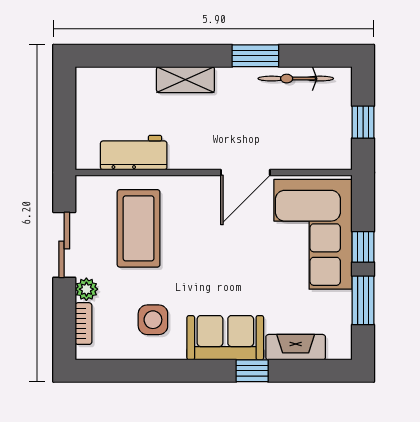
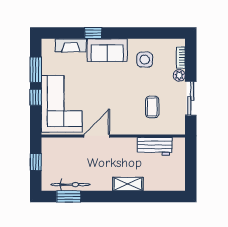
window: (255, 56) -> (69, 196), moved
coffee table: (139, 228) -> (152, 107), width x0.54, depth x0.58

